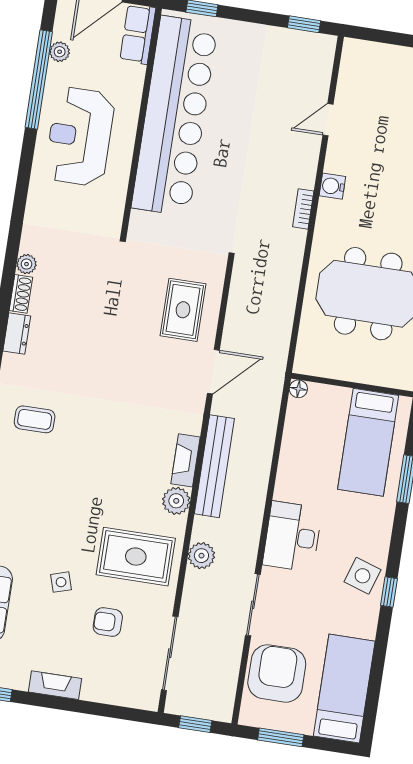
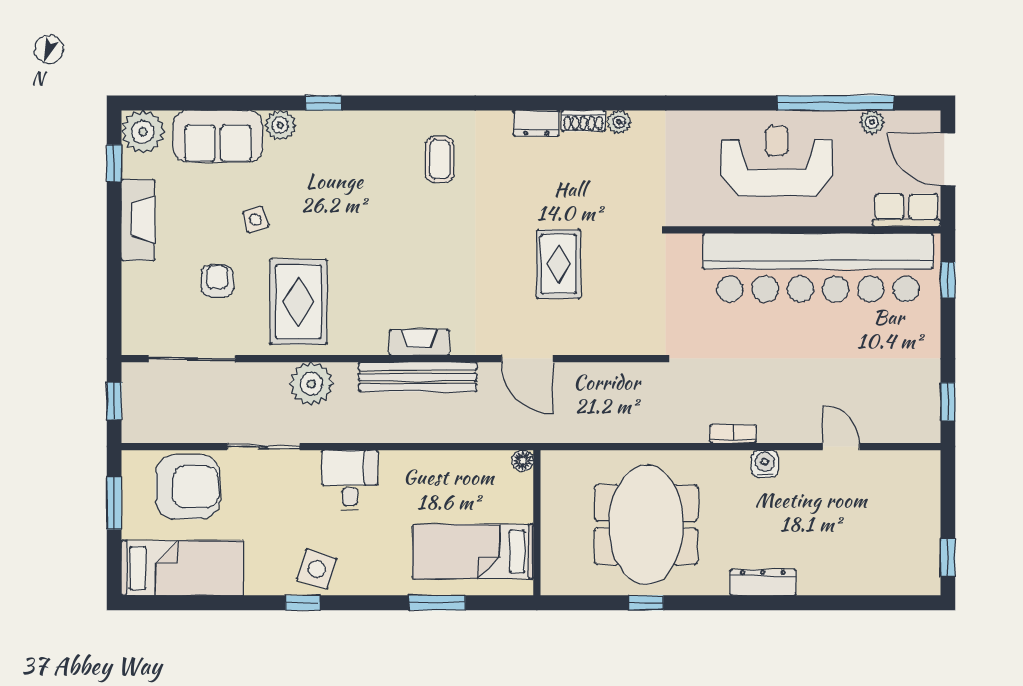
rug: (183, 310) -> (559, 264), moved, turned 90
plant: (176, 501) -> (370, 339), removed
desk: (292, 537) -> (350, 480), width x0.73
plant: (201, 556) -> (311, 384), width x1.36, depth x1.36
fireplace: (55, 685) -> (138, 220), width x1.37, depth x1.32

